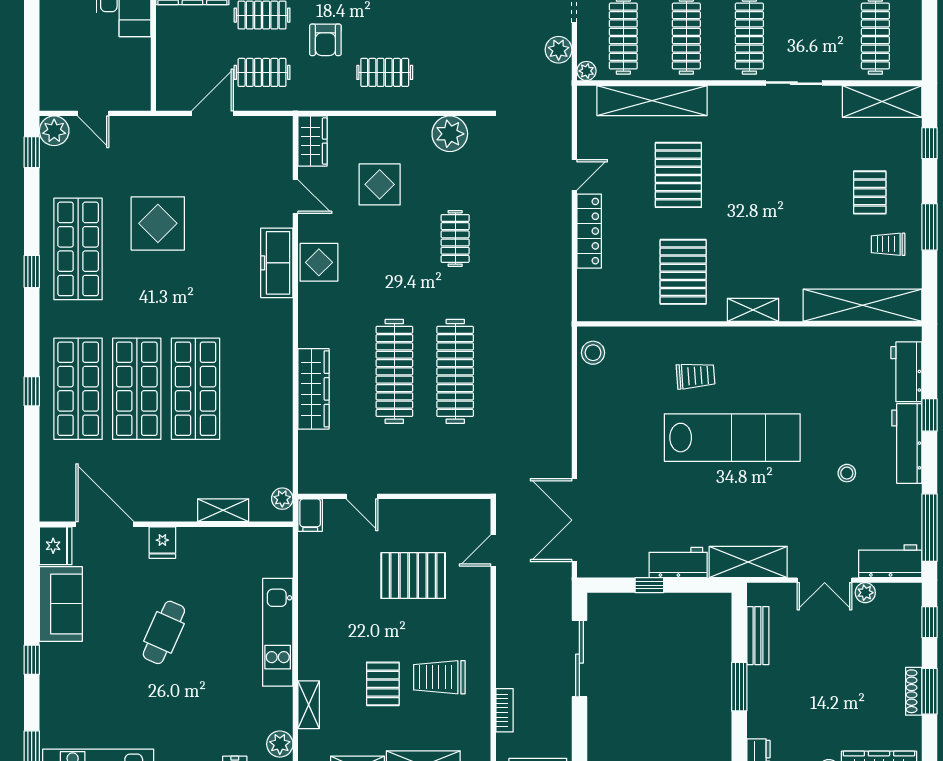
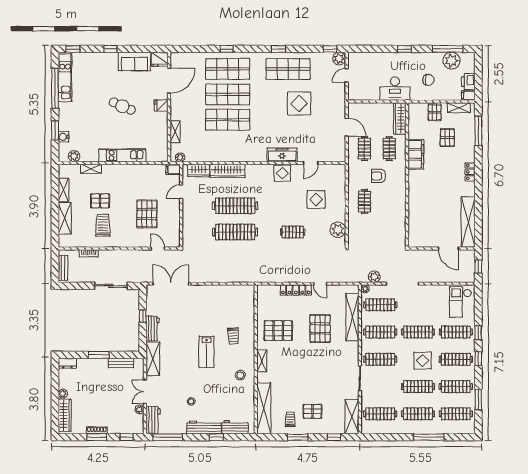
wardrobe: (313, 141) -> (198, 170), moved
pallet: (678, 175) -> (320, 329), turned 90
stool: (593, 353) -> (240, 375), moved
lab bench: (732, 438) -> (207, 352), width x0.54, depth x0.72

